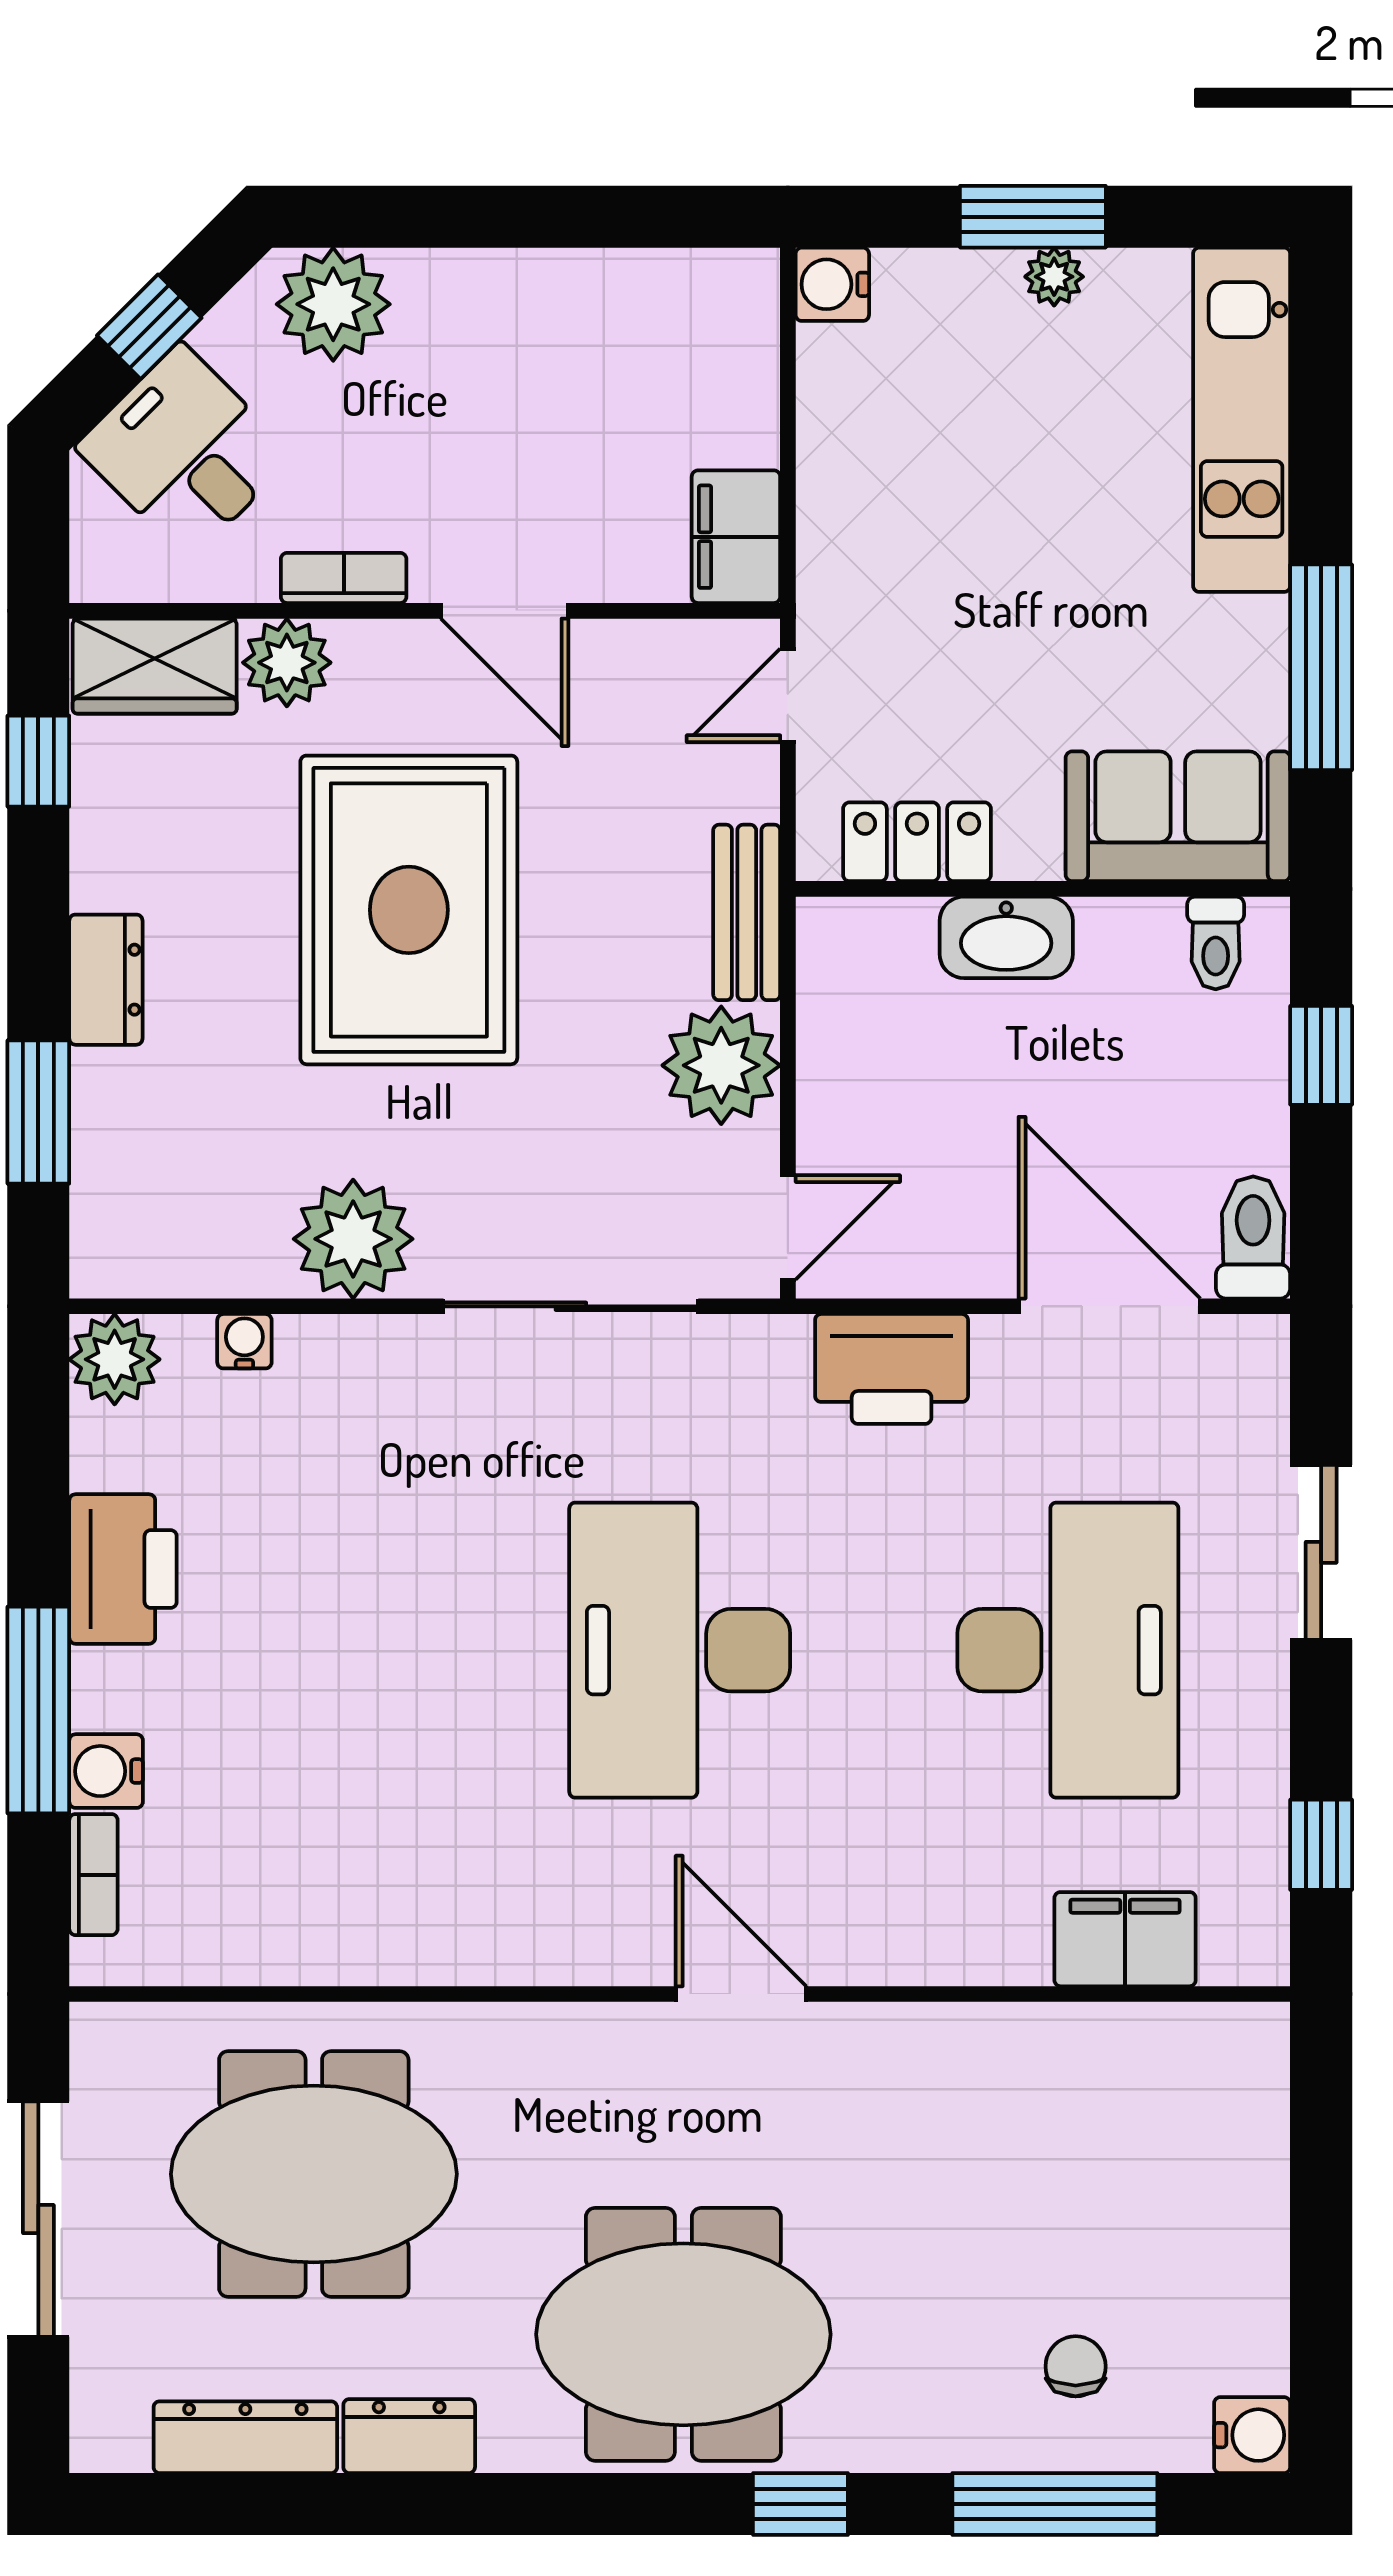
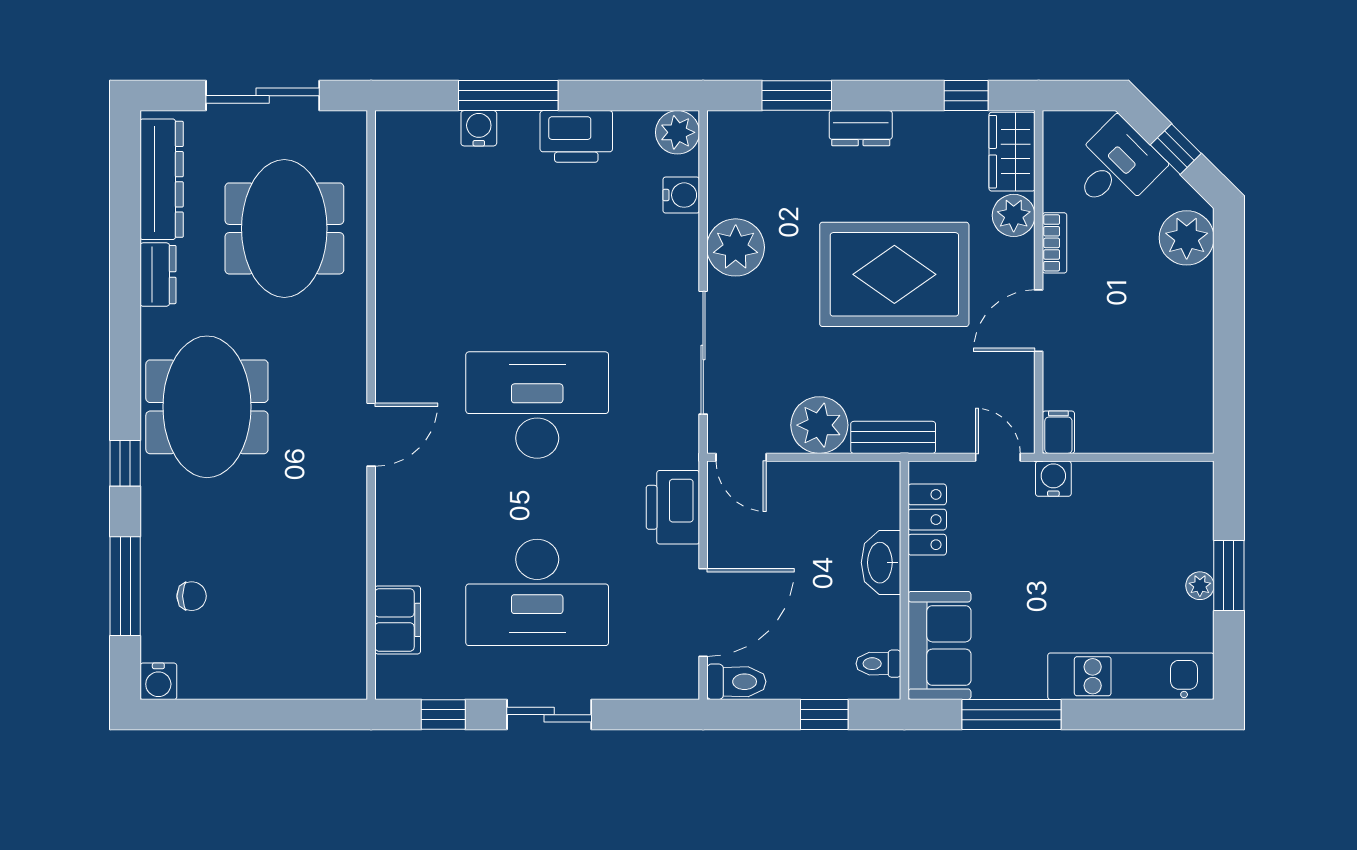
water cooler: (832, 284) -> (1053, 479), moved
filing cabinet: (736, 537) -> (1058, 432), width x0.50
water cooler: (244, 1341) -> (681, 195), width x1.38, depth x1.38
sliding door: (1321, 1552) -> (549, 715), moved
bookcase: (93, 1875) -> (429, 122), removed
dresser: (245, 2437) -> (162, 179), width x1.37, depth x1.24

